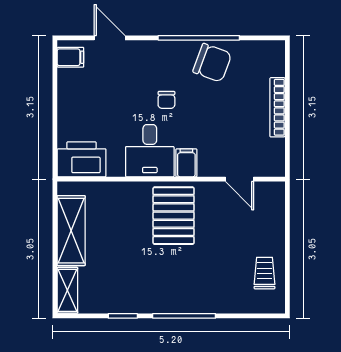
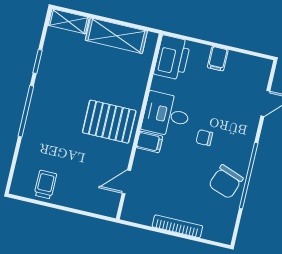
filing cabinet: (70, 57) -> (218, 59), moved
trolley: (265, 273) -> (45, 184), turned -90

